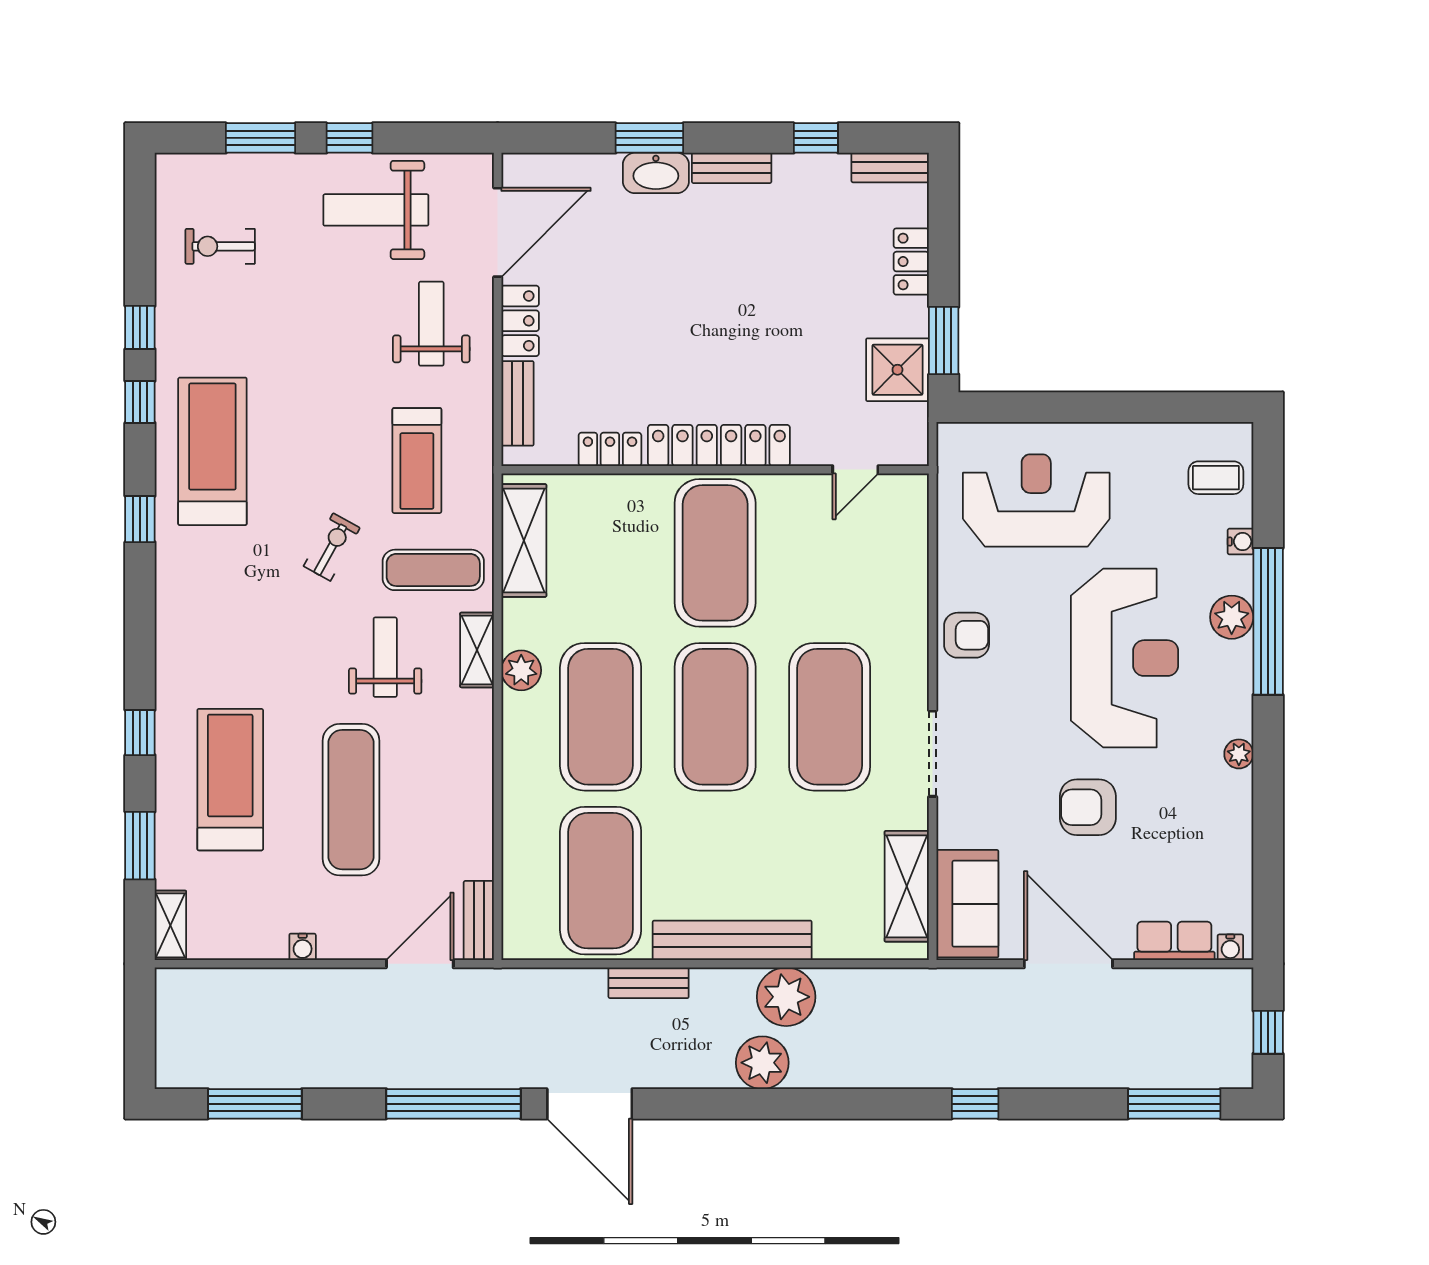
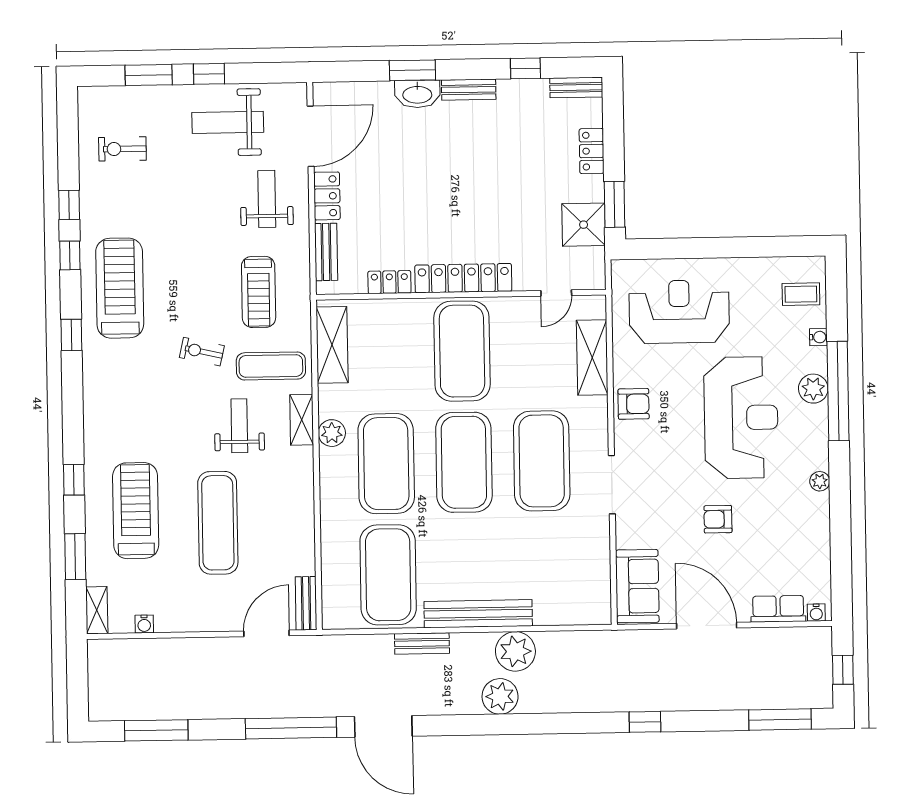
exercise bike: (332, 547) -> (202, 352), turned -106
armchair: (1088, 807) -> (718, 519), width x0.72, depth x0.72
shelving: (907, 886) -> (592, 358), moved
water cooler: (303, 947) -> (144, 624), moved

